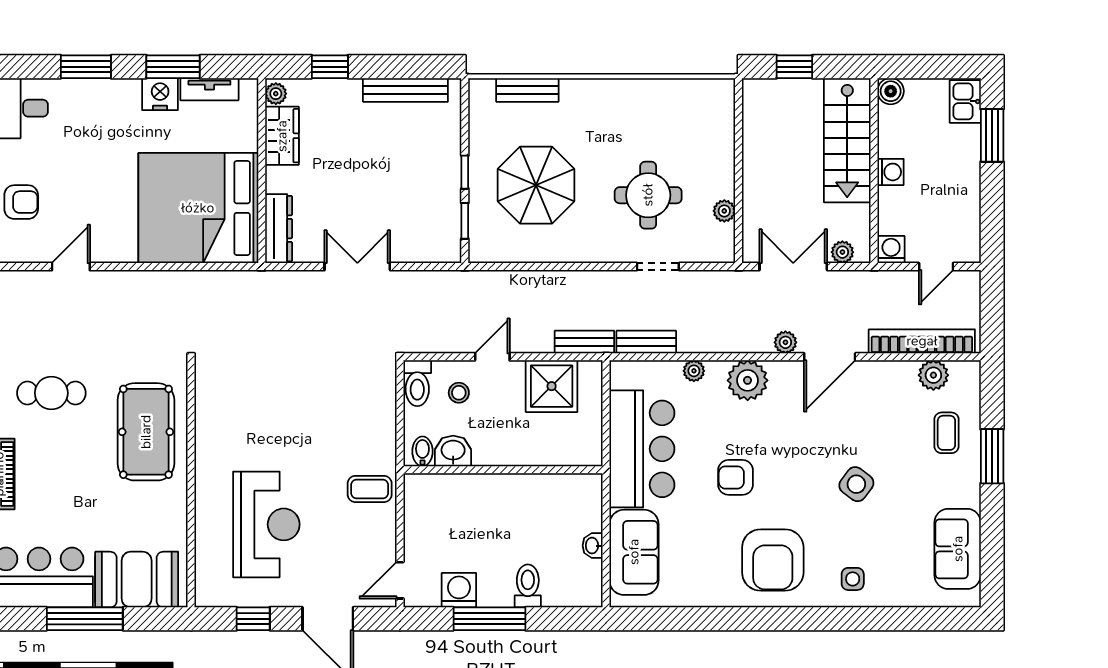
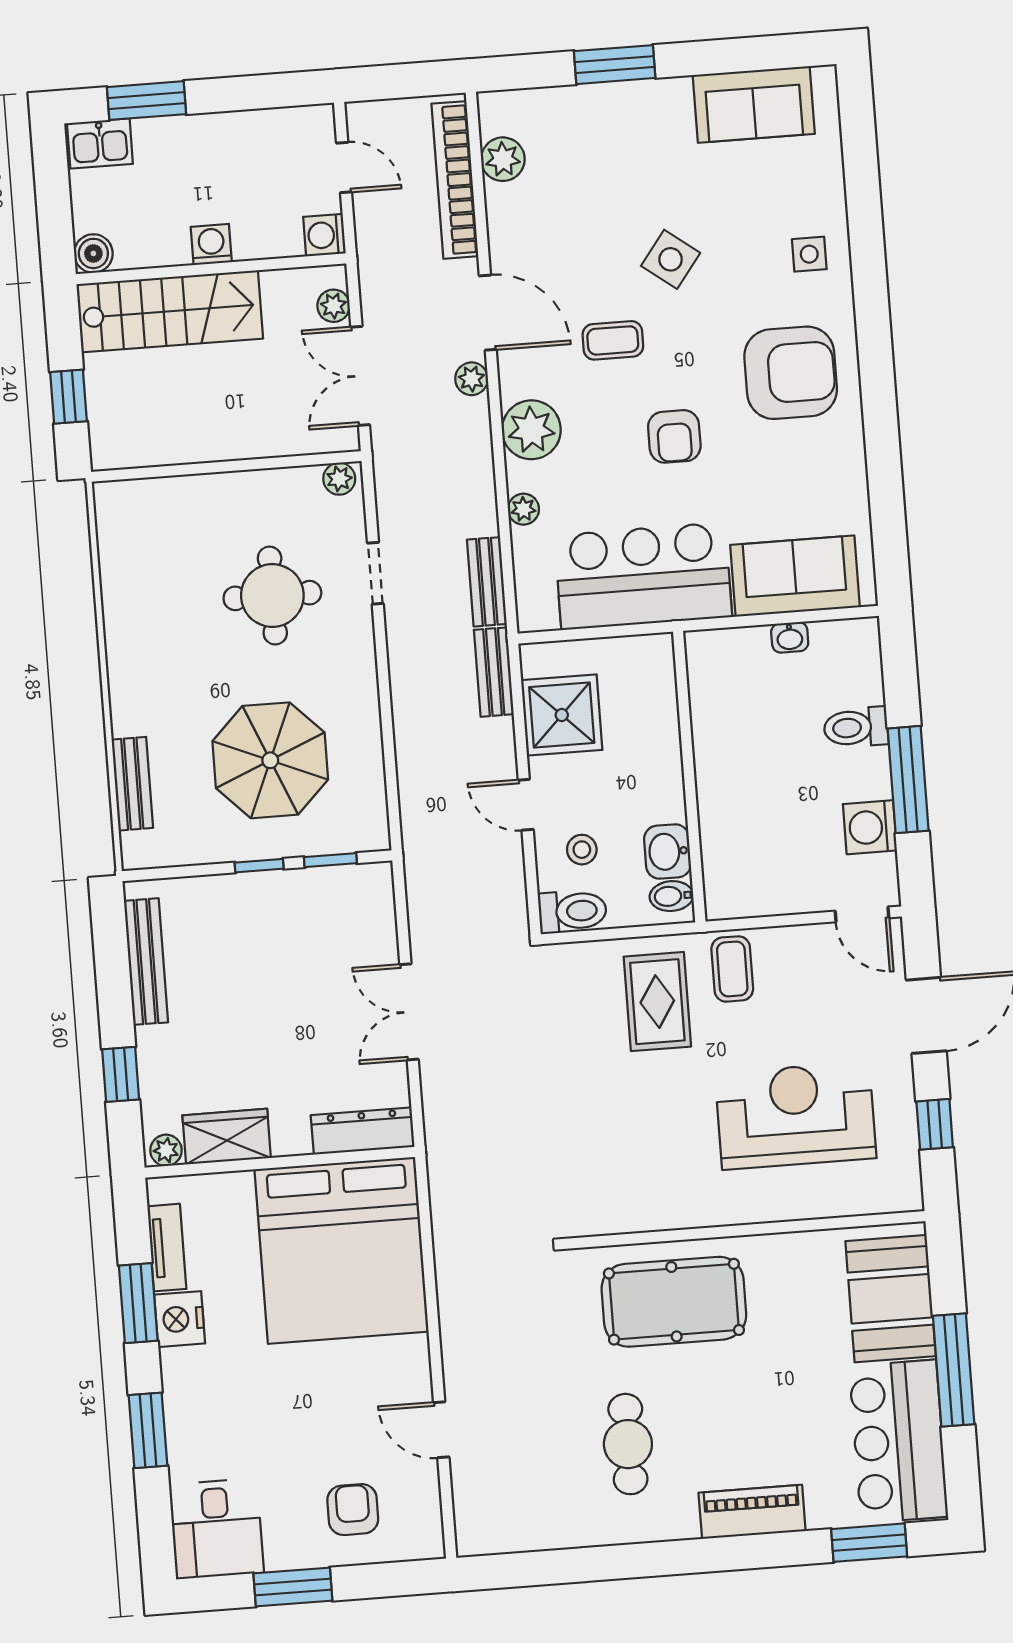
plant: (724, 211) -> (339, 479), moved
coffee table: (946, 433) -> (613, 340), moved
rug: (351, 436) -> (657, 1002), added

